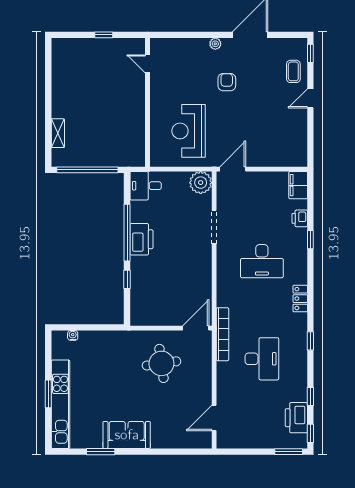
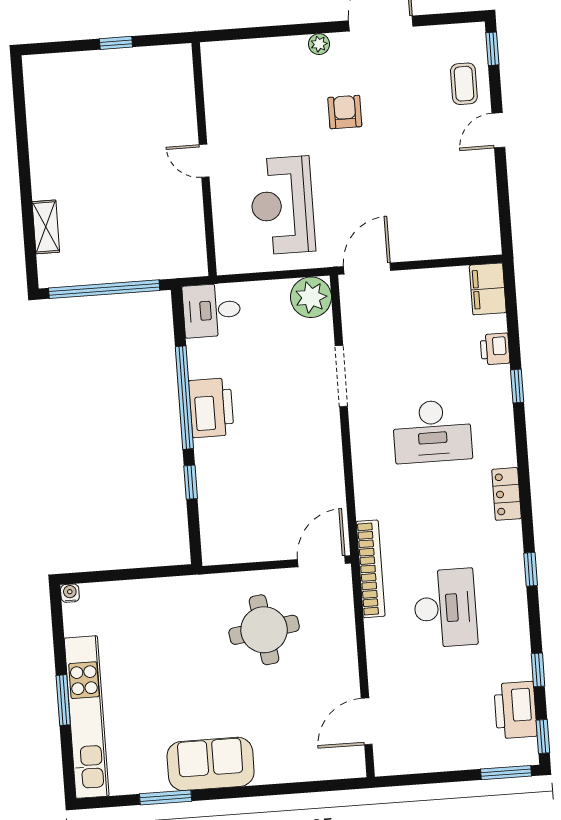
door: (147, 64) -> (204, 161), moved
water cooler: (73, 335) -> (70, 593), moved

